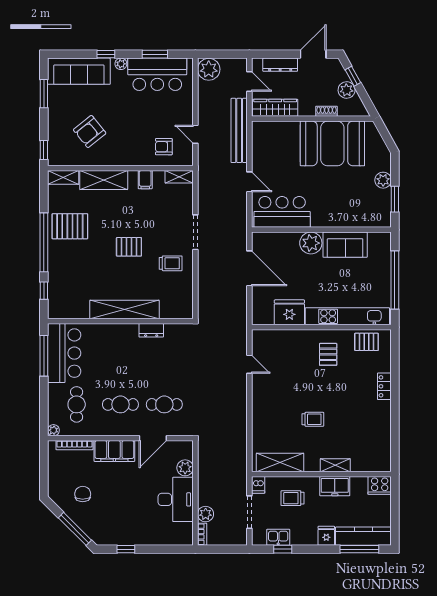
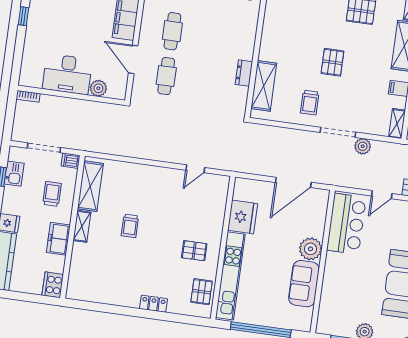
shelving: (125, 310) -> (264, 86), moved, width x0.68
shelving: (335, 465) -> (82, 226), moved
plant: (206, 514) -> (363, 146), moved

